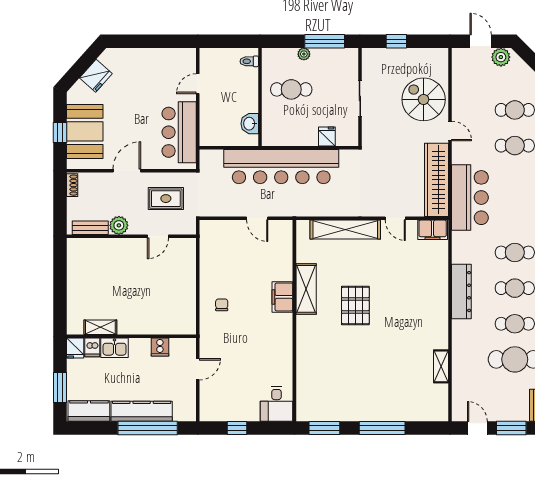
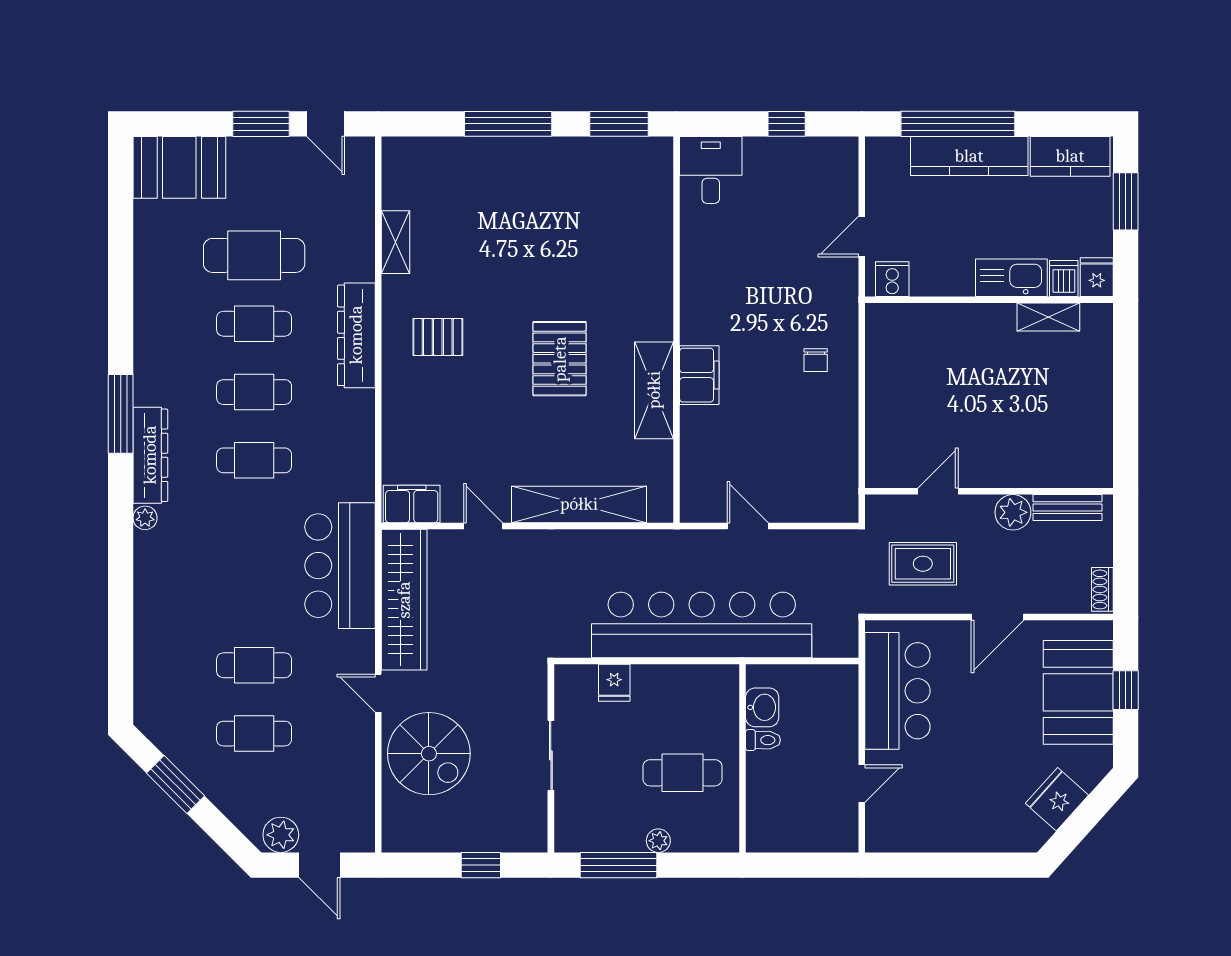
toilet: (249, 61) -> (763, 740), moved
dresser: (461, 292) -> (356, 335), moved
pallet: (419, 317) -> (438, 337), added
cooker: (160, 347) -> (892, 279), moved
kitchen sink: (115, 348) -> (1011, 278), width x1.38

